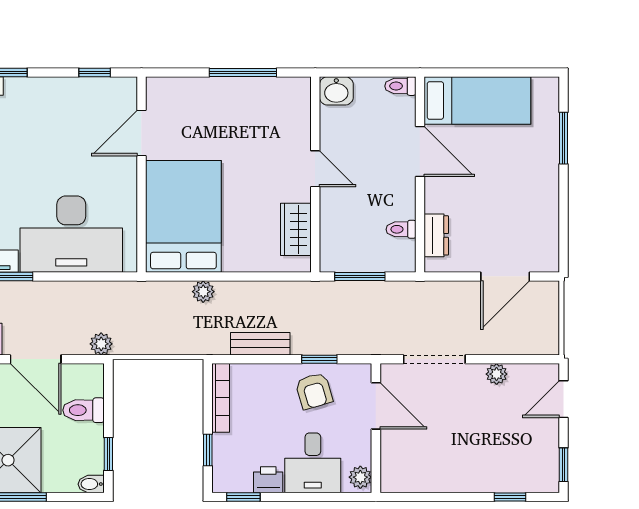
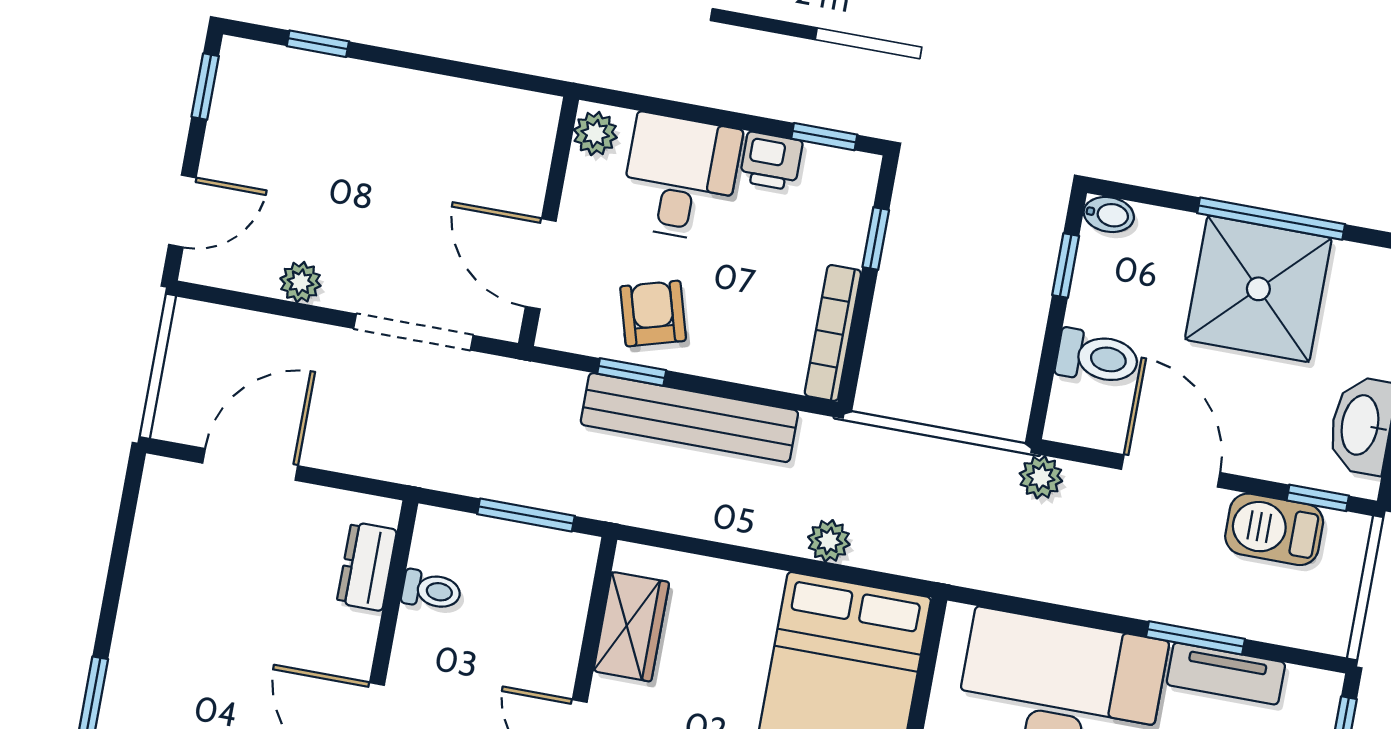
bench: (260, 344) -> (689, 418), width x1.86, depth x1.21

